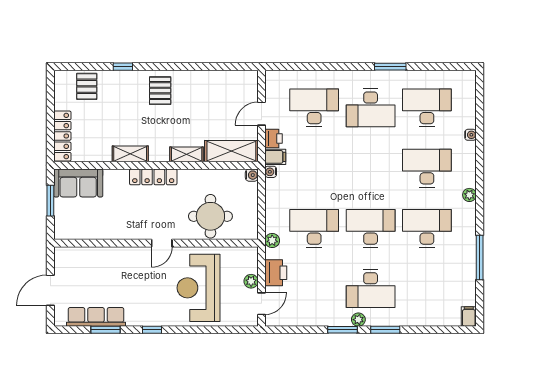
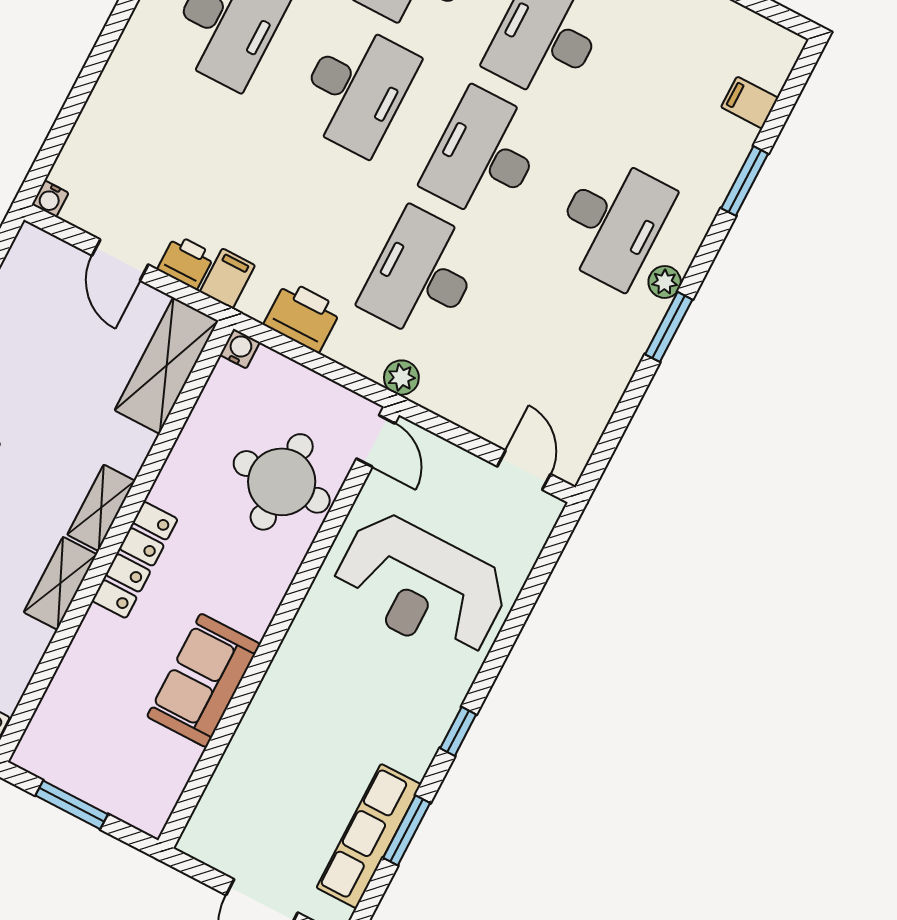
desk: (314, 108) -> (356, 89), moved, turned 180
shelving: (187, 154) -> (101, 508), moved
water cooler: (271, 172) -> (50, 199), moved
sofa: (78, 183) -> (204, 680), moved, turned 180
door: (162, 243) -> (376, 441), moved
printer: (276, 273) -> (303, 316), moved
plant: (251, 281) -> (464, 468), removed
filing cabinet: (469, 317) -> (750, 103), moved
window: (385, 330) -> (745, 181), moved

